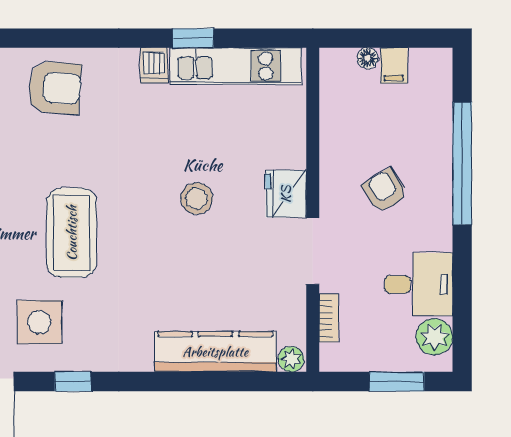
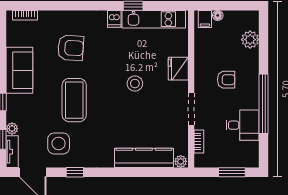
filing cabinet: (394, 65) -> (205, 19), moved
armchair: (55, 88) -> (71, 48), moved
window: (462, 163) -> (264, 104), moved
armchair: (385, 191) -> (226, 80), turned 122
fridge: (286, 194) -> (178, 69), moved
plant: (434, 337) -> (250, 40), moved

